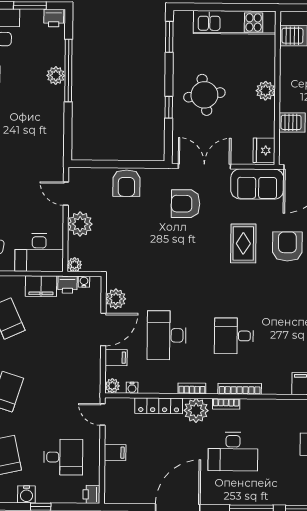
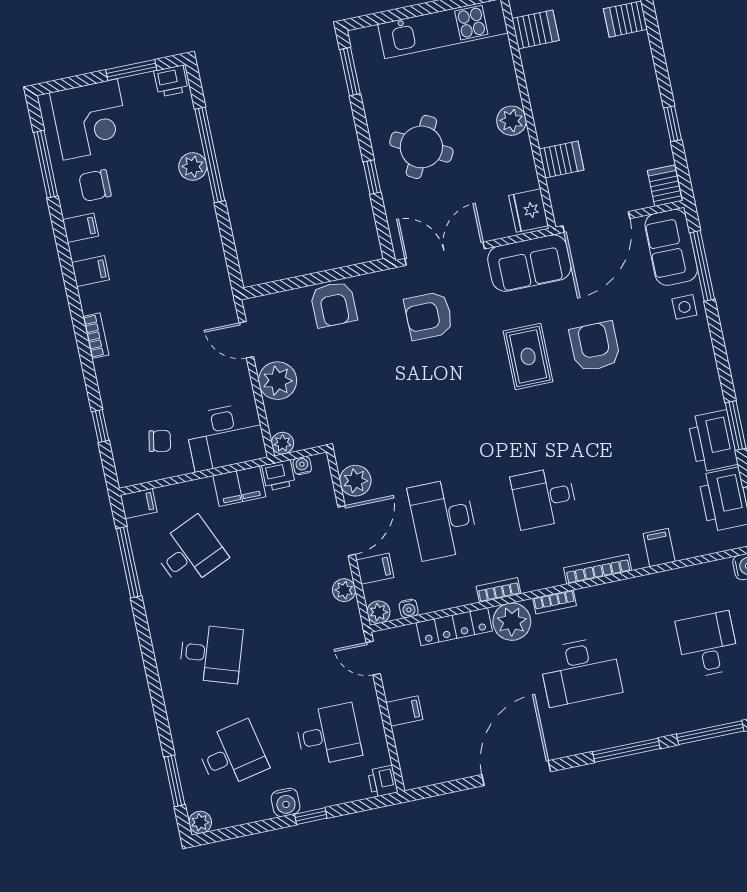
round table: (204, 95) -> (421, 147), turned 37
plant: (93, 367) -> (344, 590), added
bookcase: (240, 389) -> (598, 569), moved

